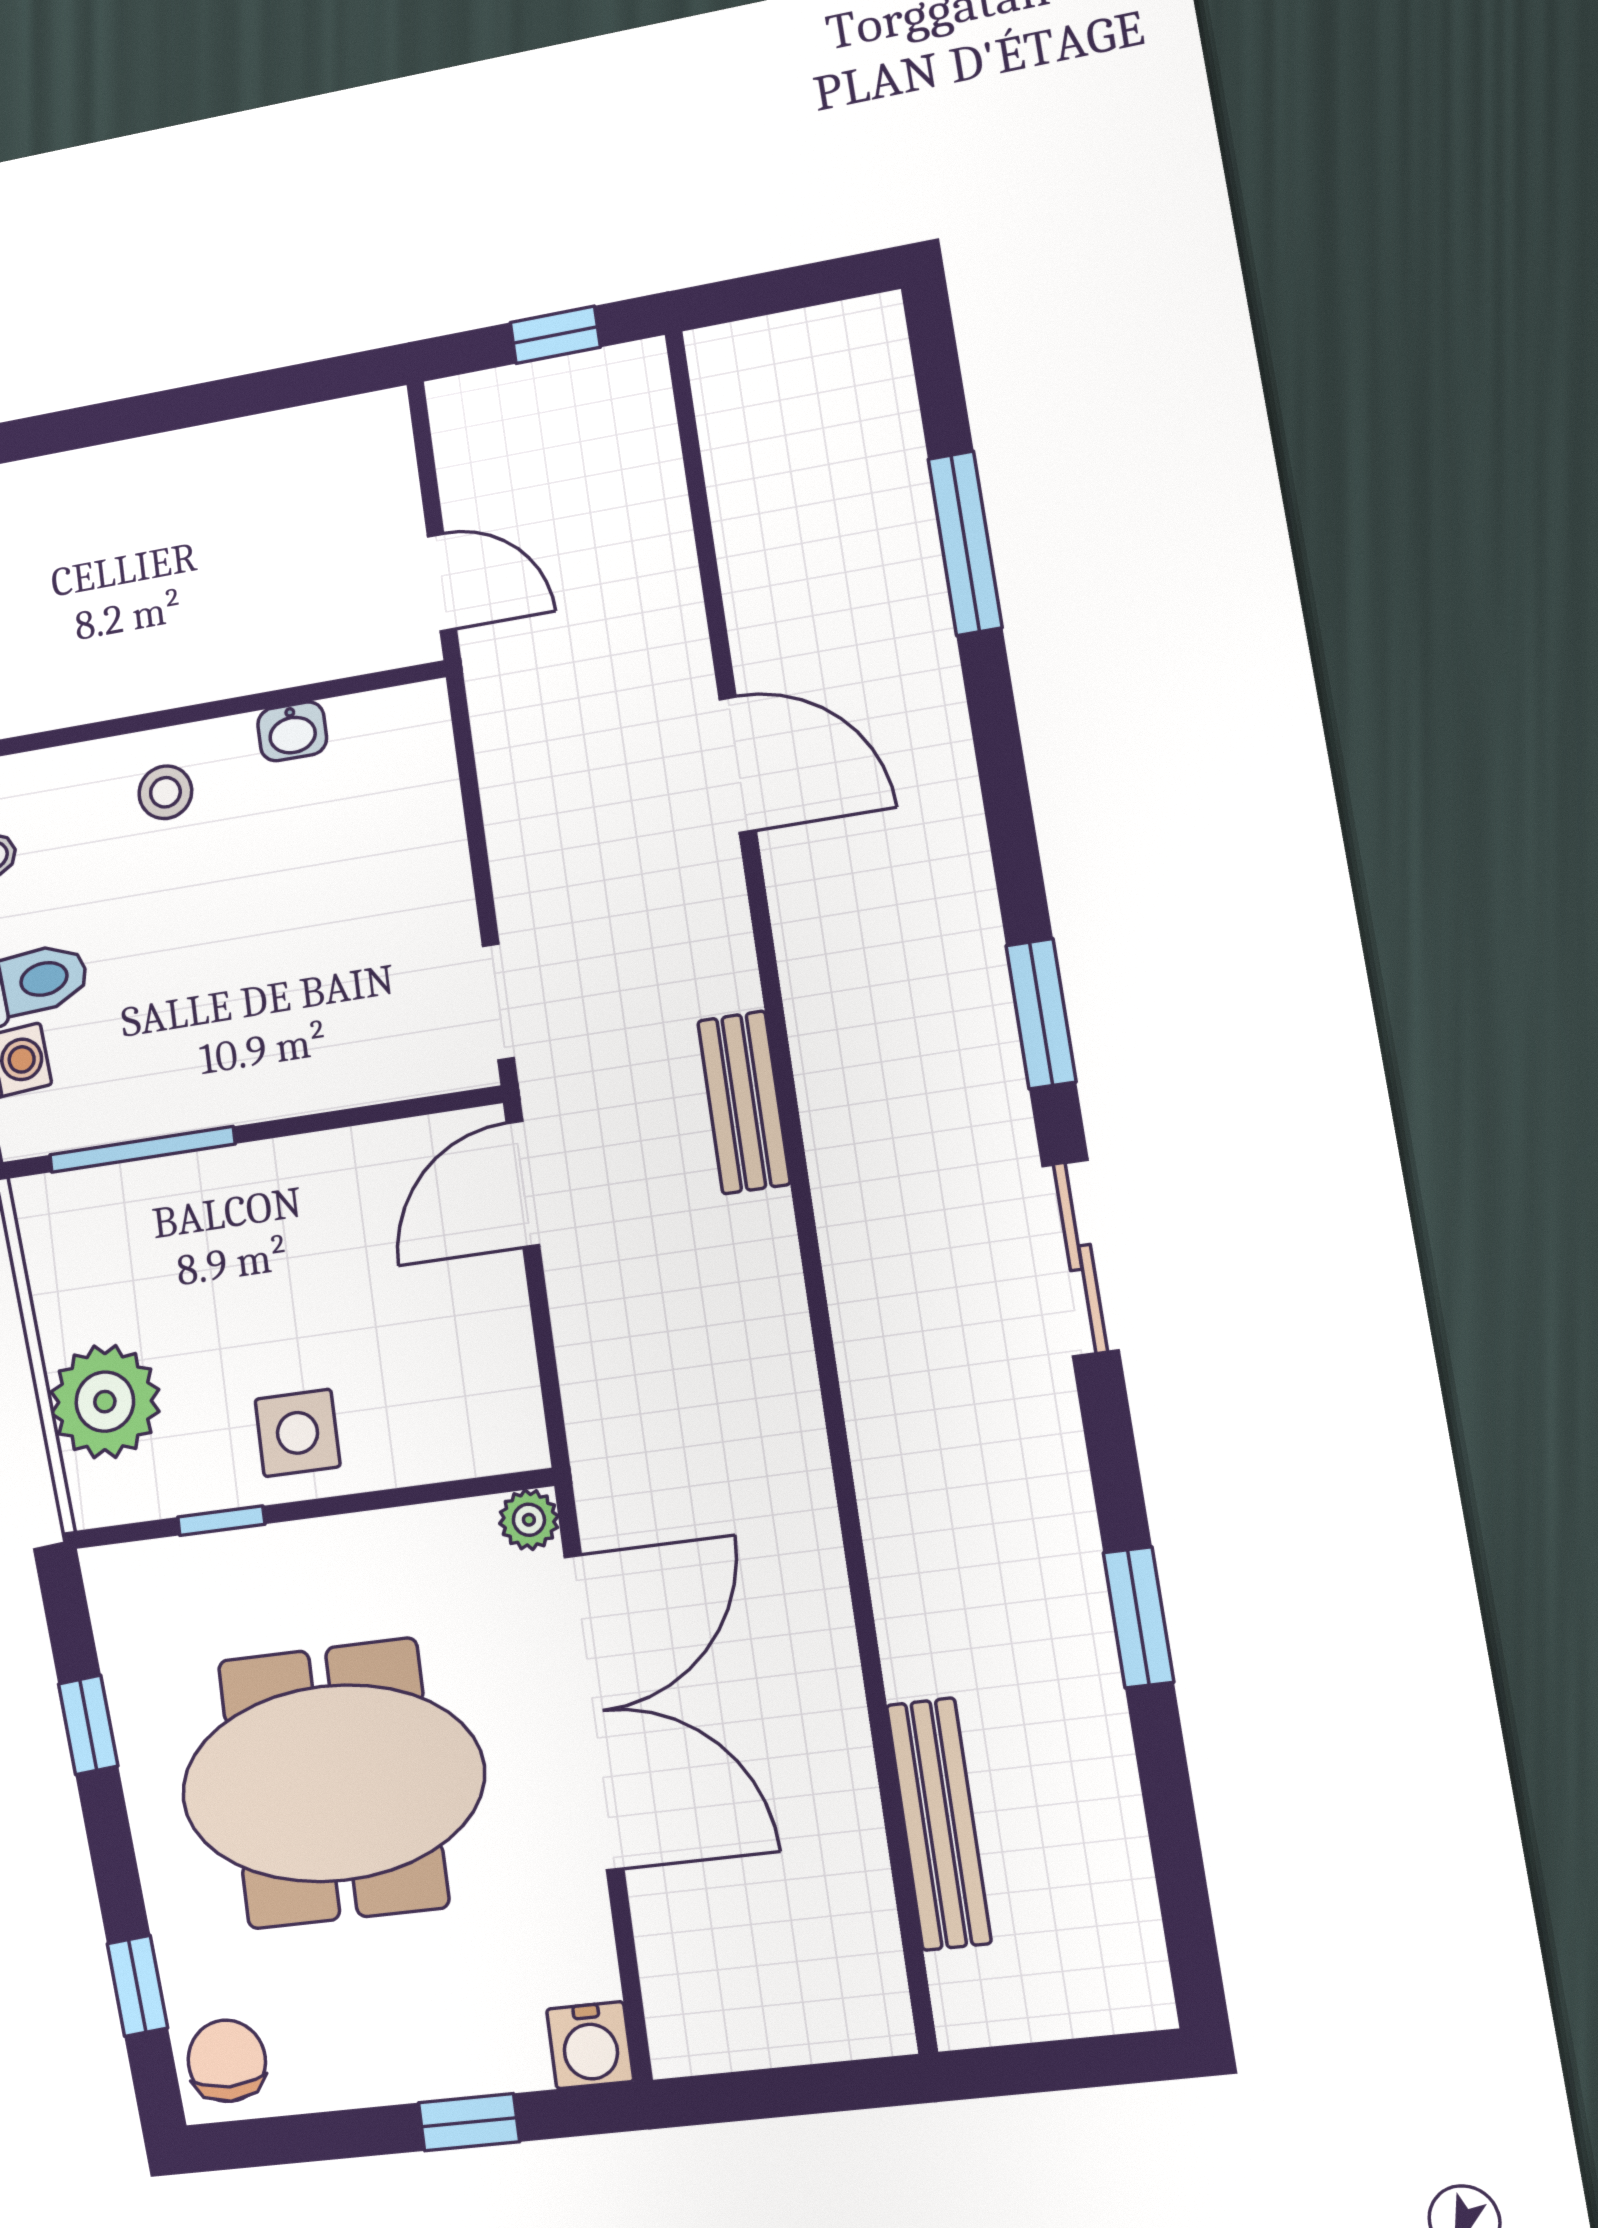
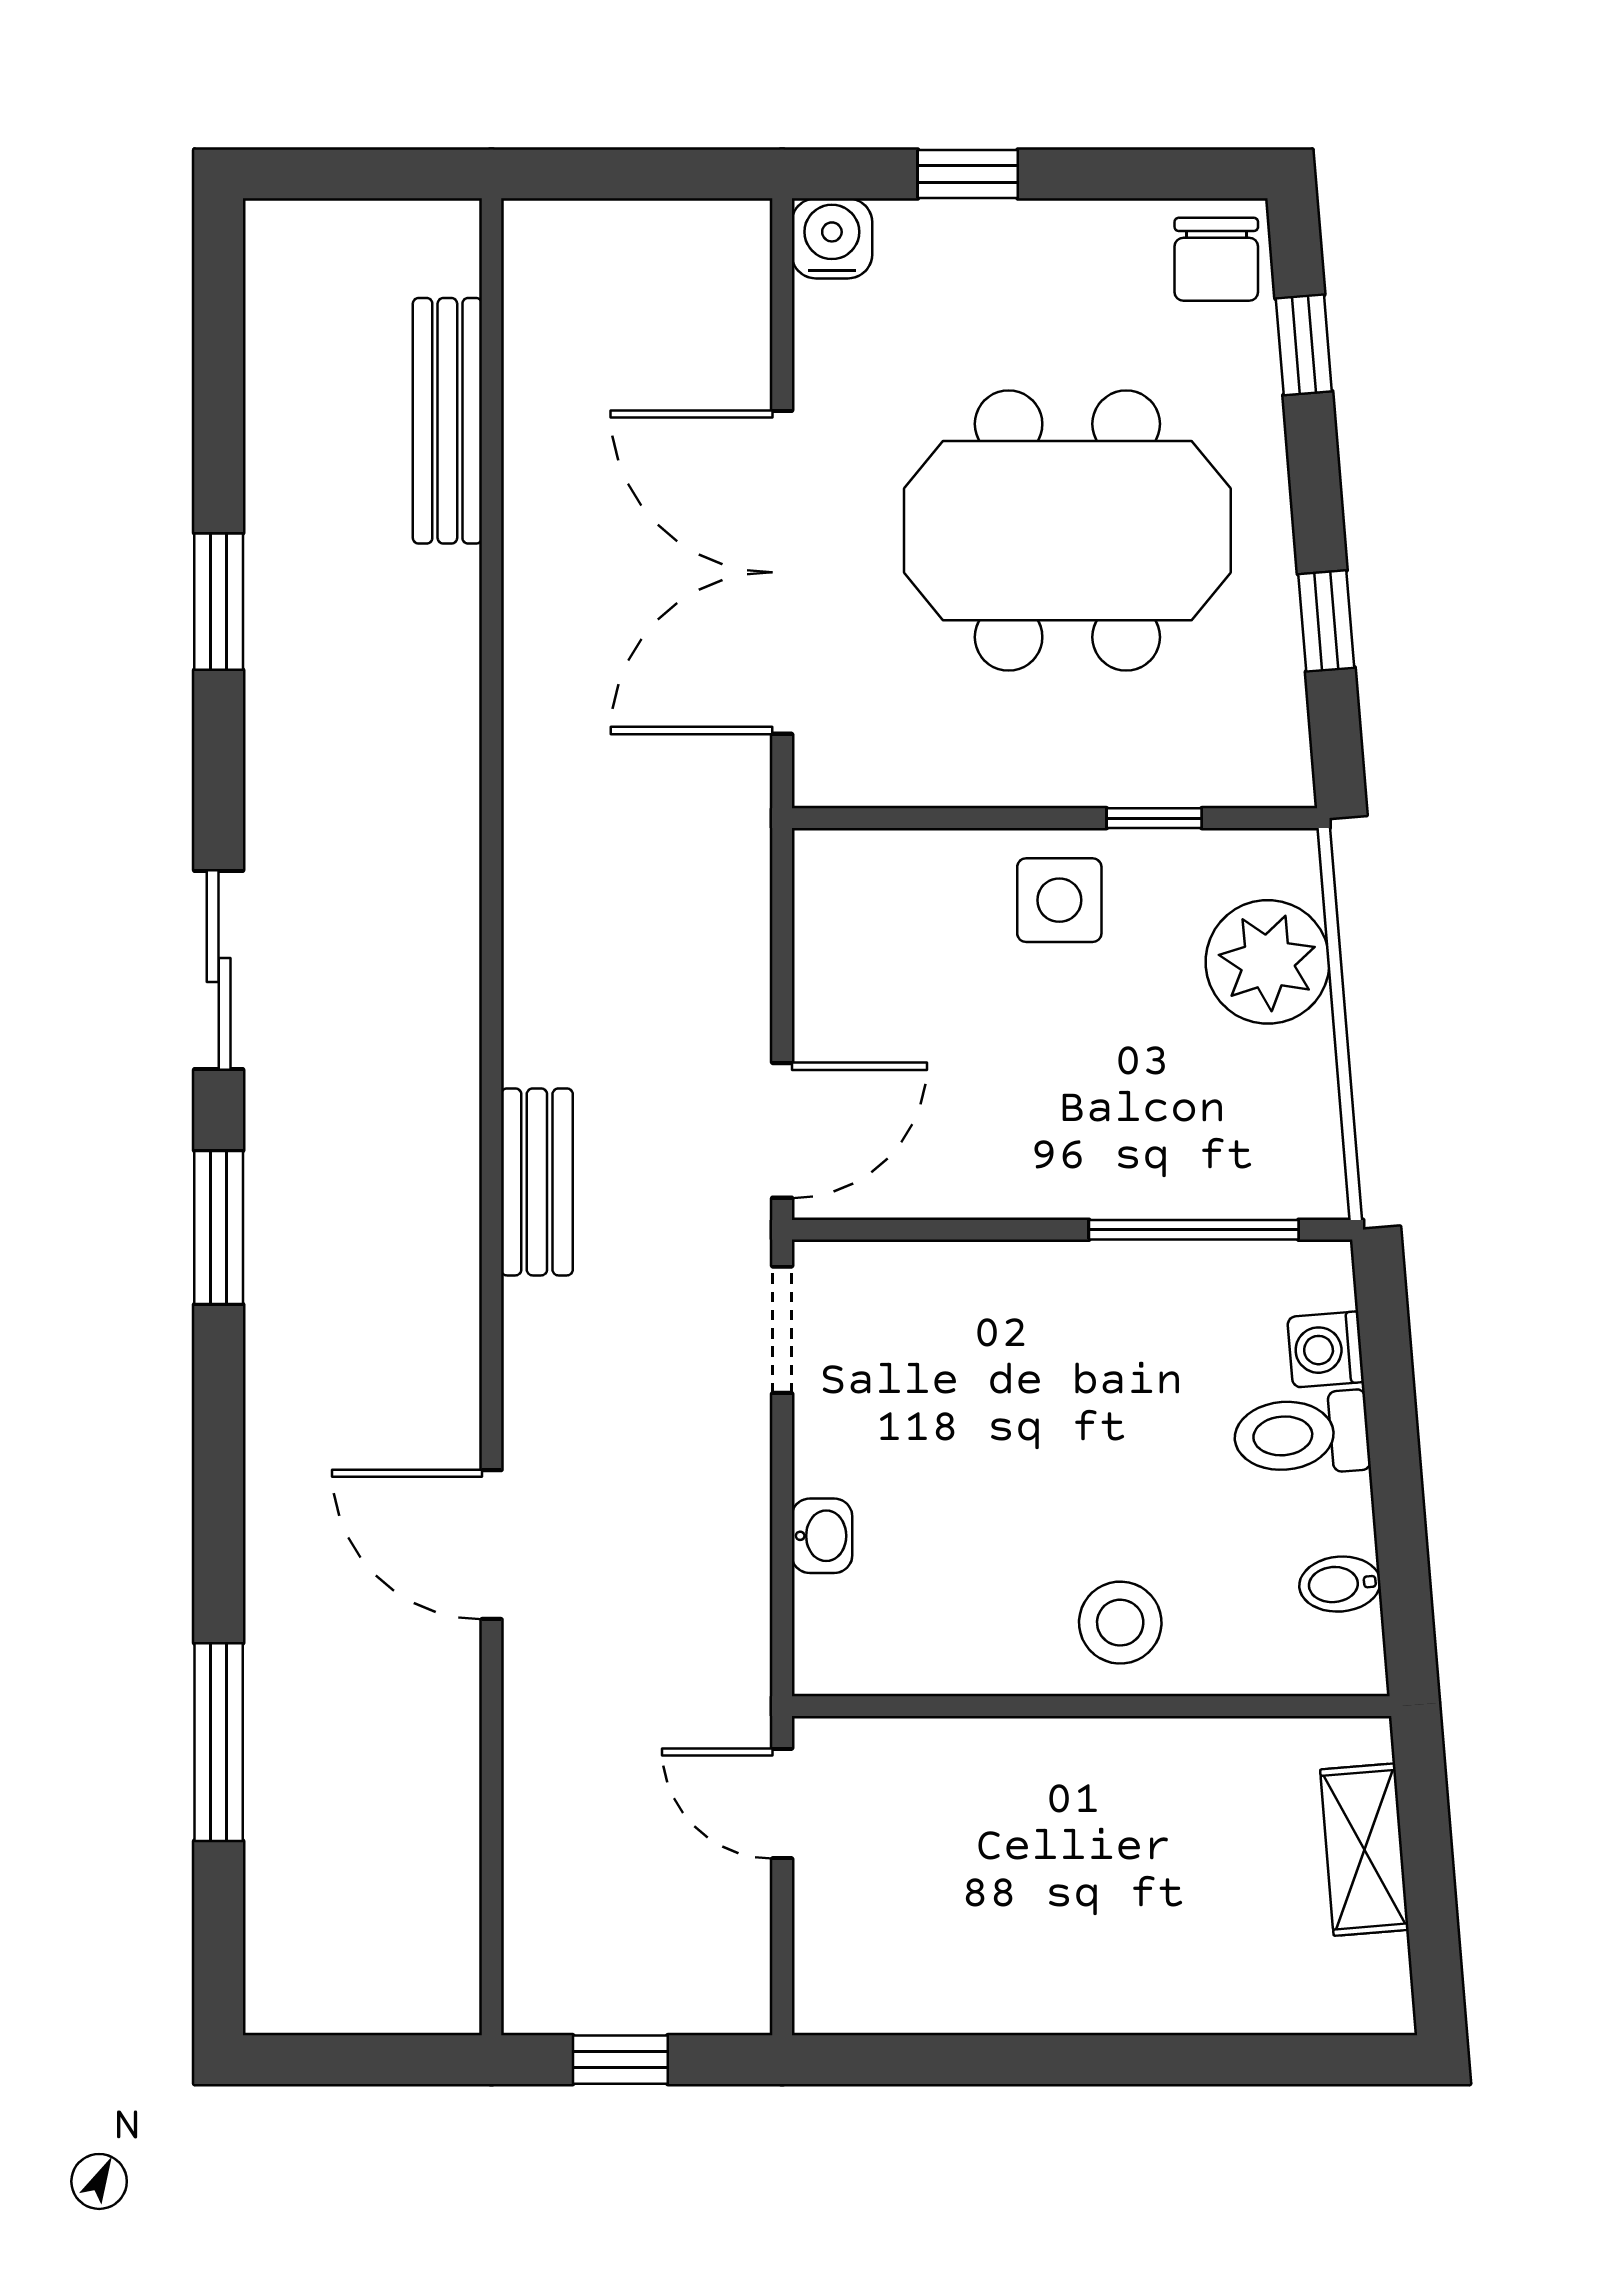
washbasin: (292, 731) -> (822, 1536), moved, turned 90
stool: (165, 792) -> (1120, 1623), width x1.37, depth x1.37
plant: (529, 1520) -> (823, 777), removed

